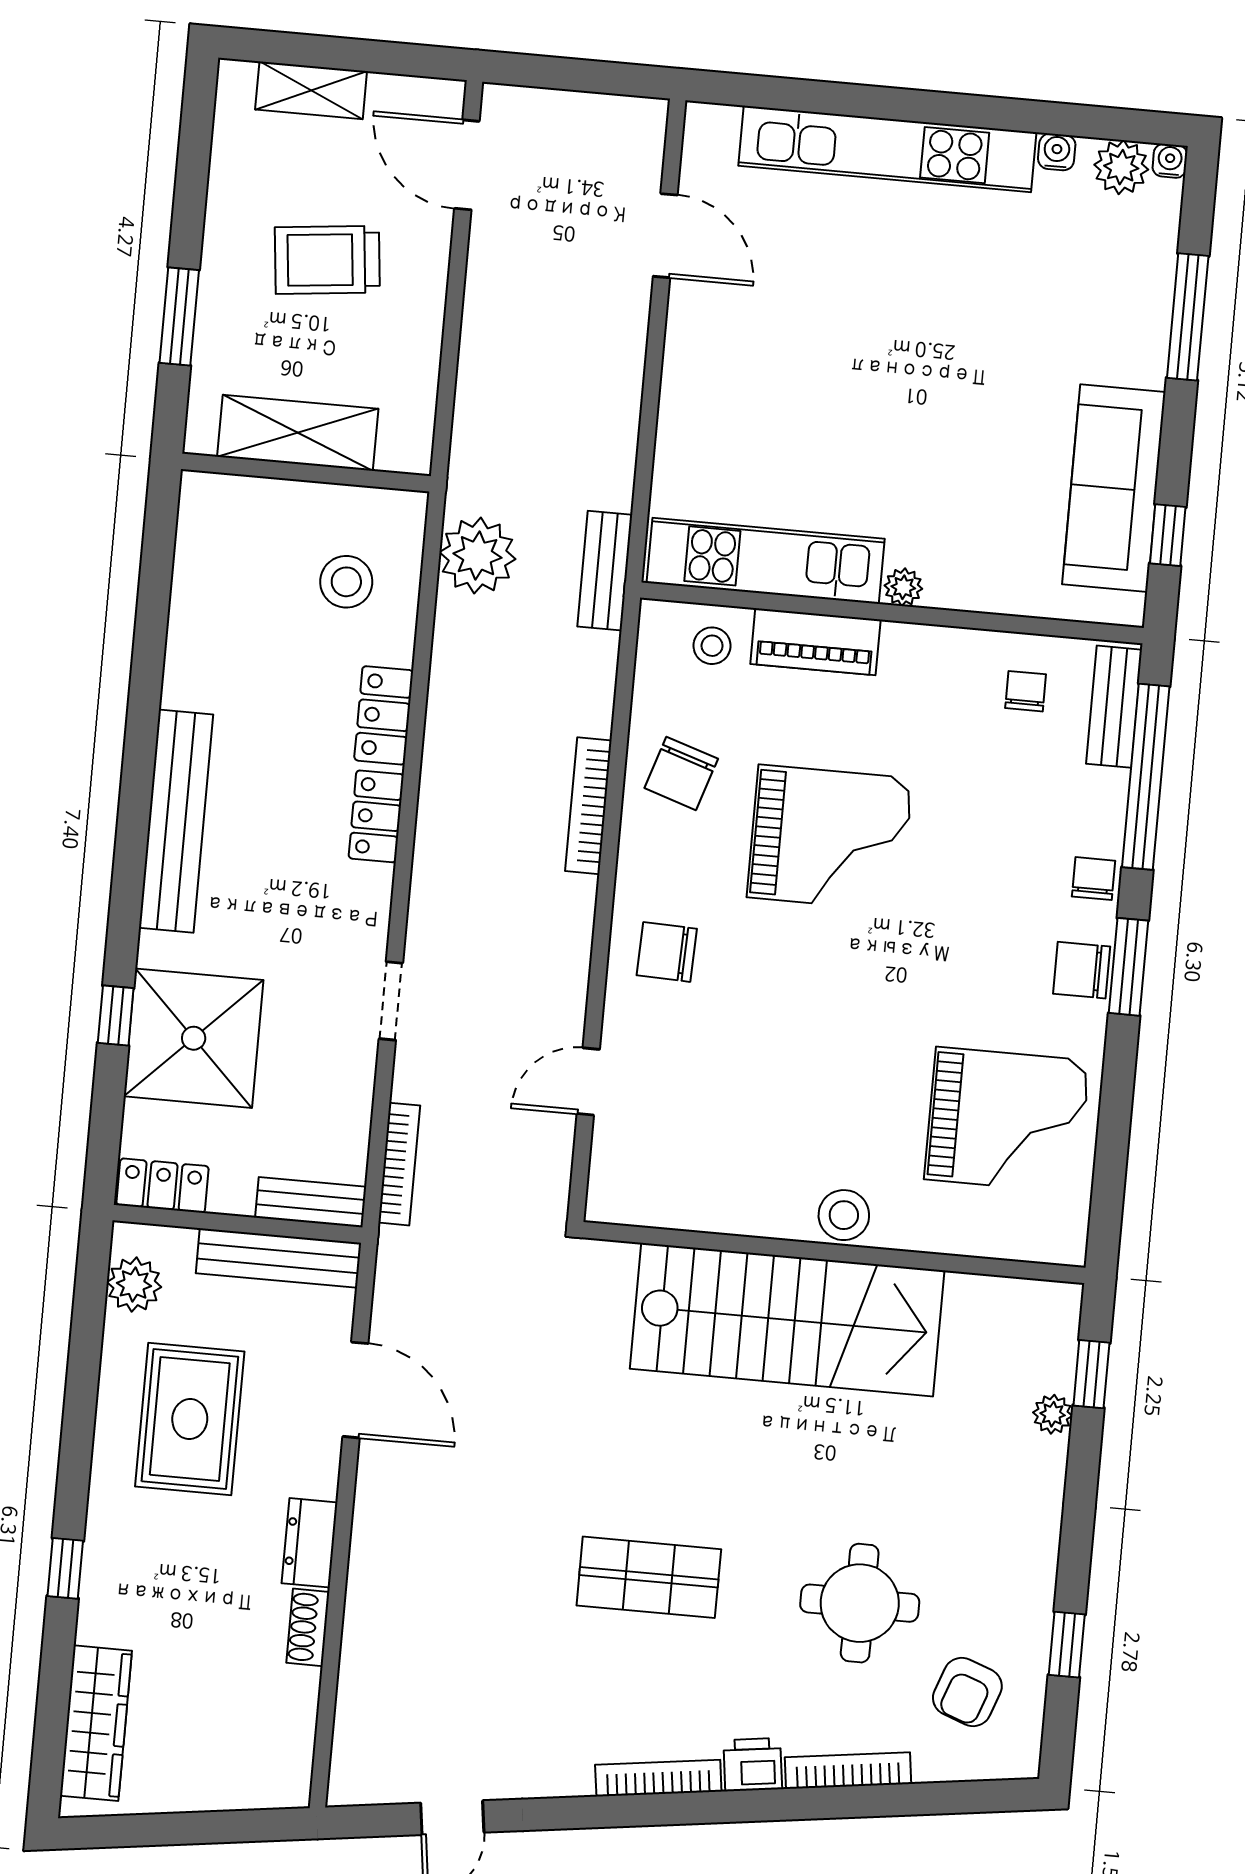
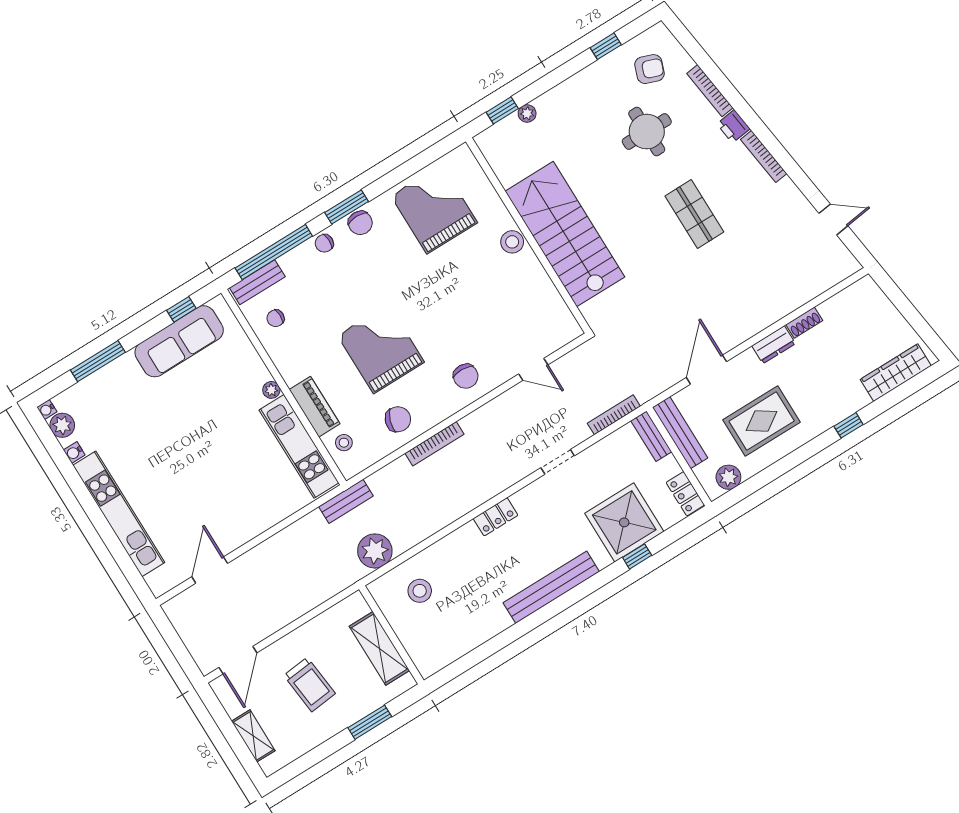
locker: (384, 715) -> (457, 541), removed

